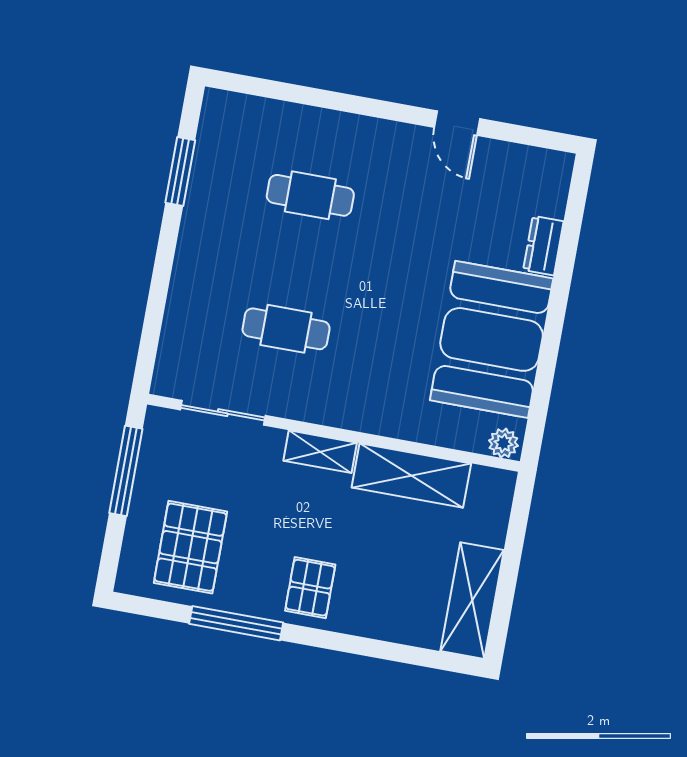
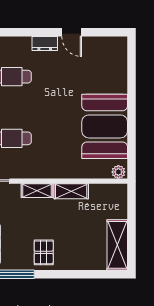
dresser: (543, 246) -> (45, 43), moved, turned -90
shelving: (411, 475) -> (71, 191), width x0.67, depth x0.75

